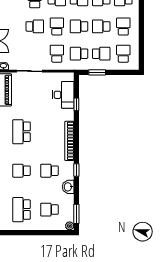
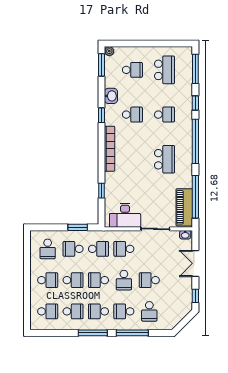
school desk: (79, 26) -> (98, 280), turned 180
school desk: (123, 26) -> (48, 280), turned -90
school desk: (57, 54) -> (124, 249), turned 90
desk: (63, 95) -> (125, 215), moved, turned -90

